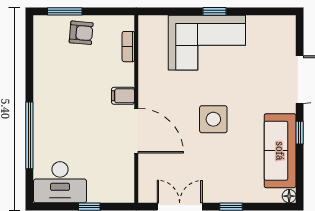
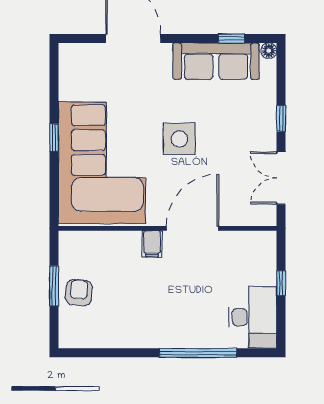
window: (65, 11) -> (54, 286), moved
corner sofa: (207, 43) -> (102, 163), width x1.36, depth x1.36
bookcase: (128, 47) -> (95, 238), removed
window: (300, 133) -> (231, 38), moved

